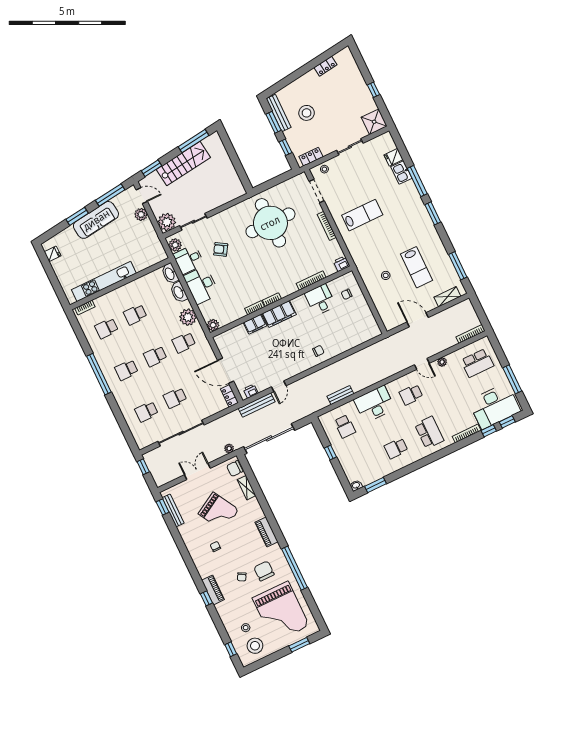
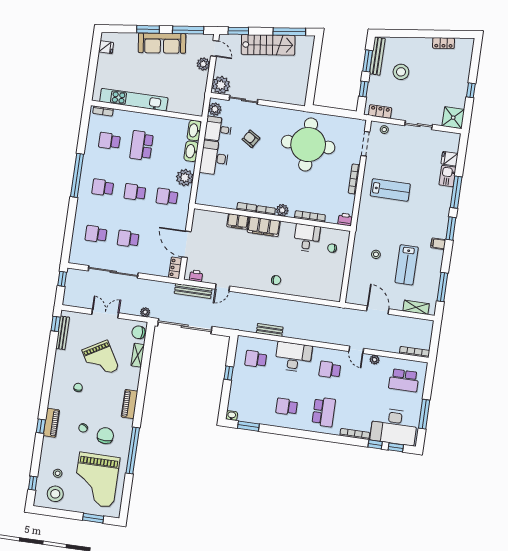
filing cabinet: (431, 233) -> (438, 244), added
school desk: (135, 315) -> (142, 146), width x1.85
plant: (213, 325) -> (282, 210), moved
school desk: (345, 426) -> (256, 359), turned 90

